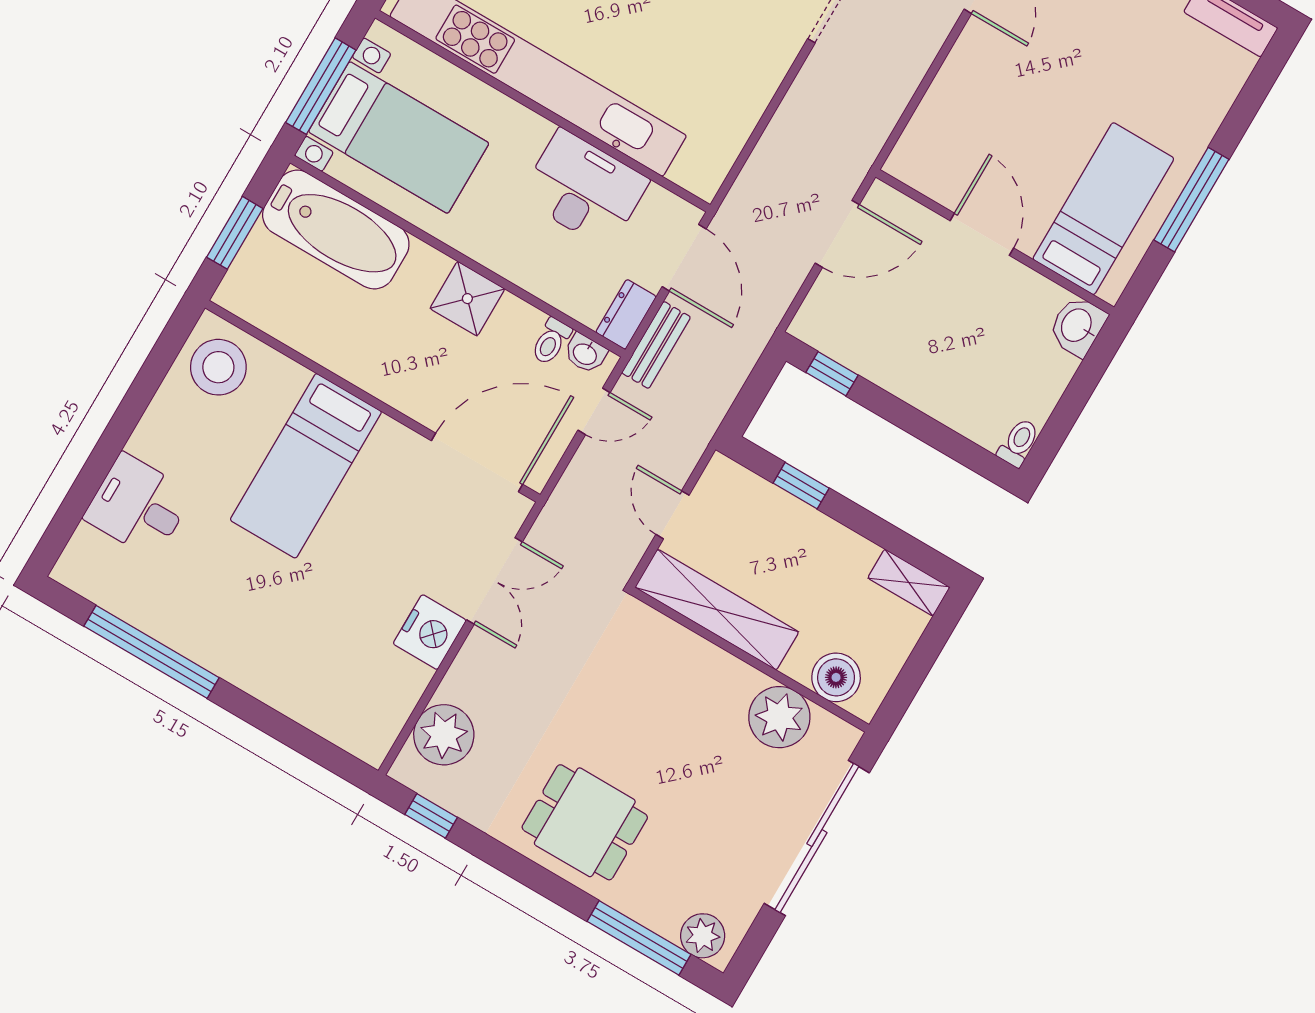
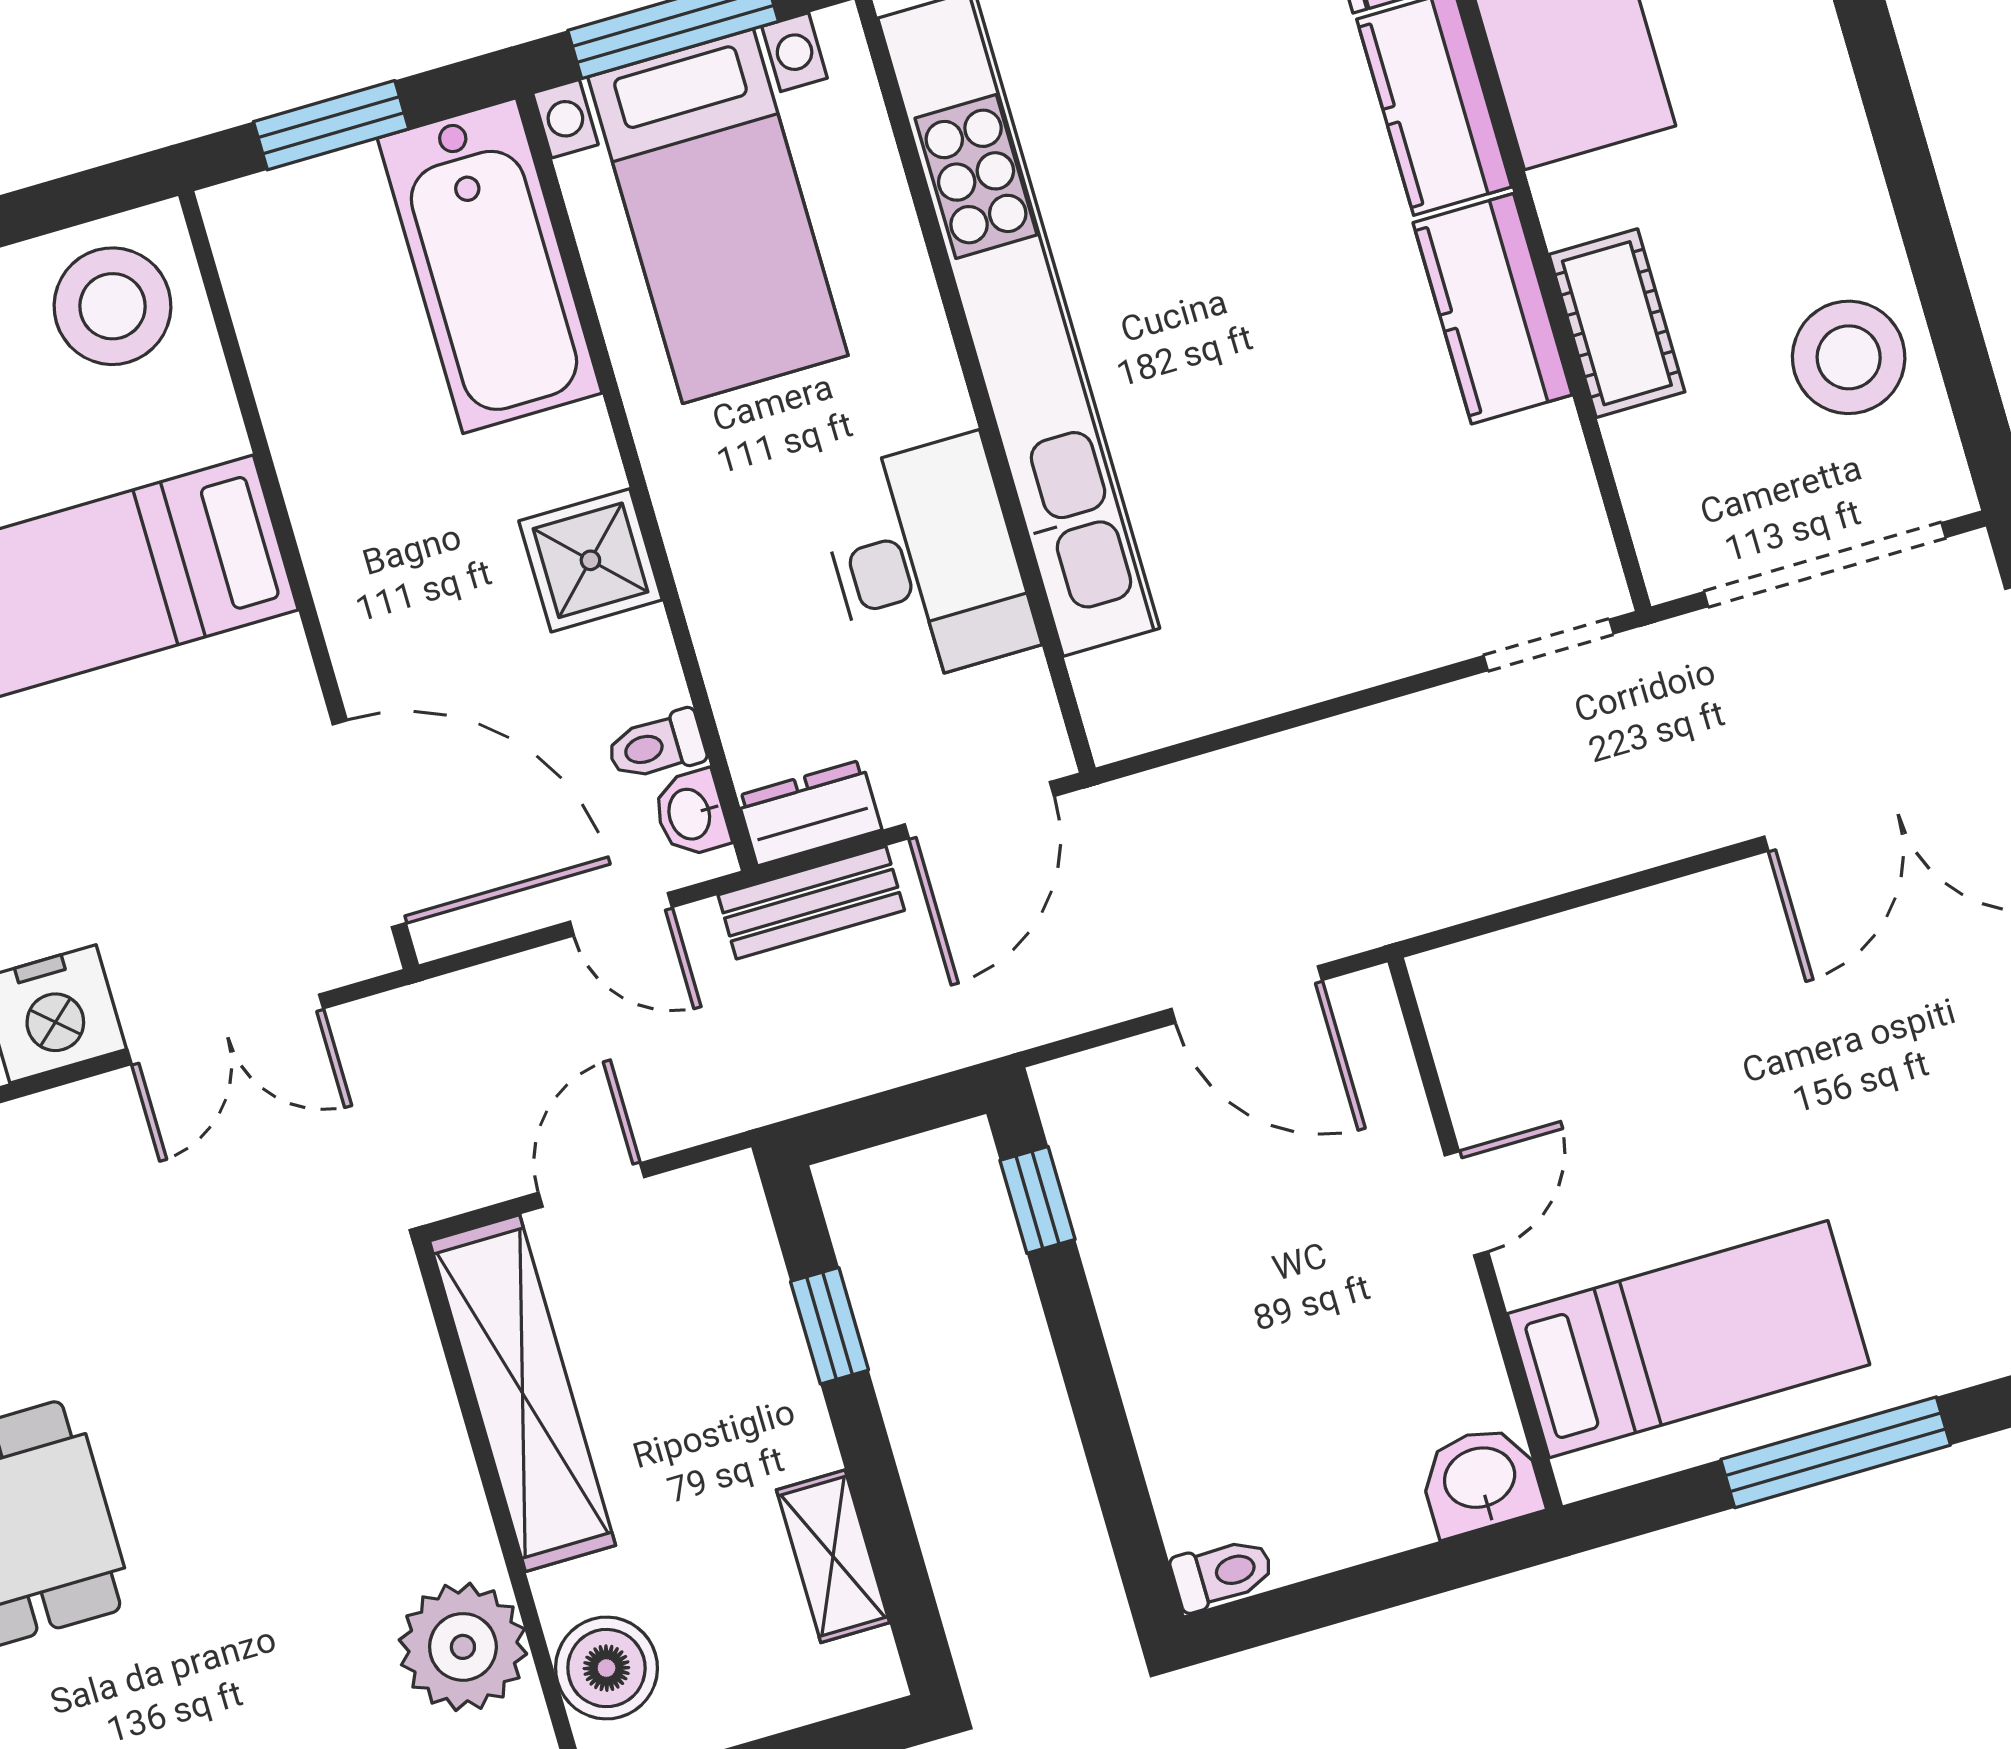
door: (982, 234) -> (1466, 1203), width x0.73
shelving: (909, 583) -> (833, 1556), moved

